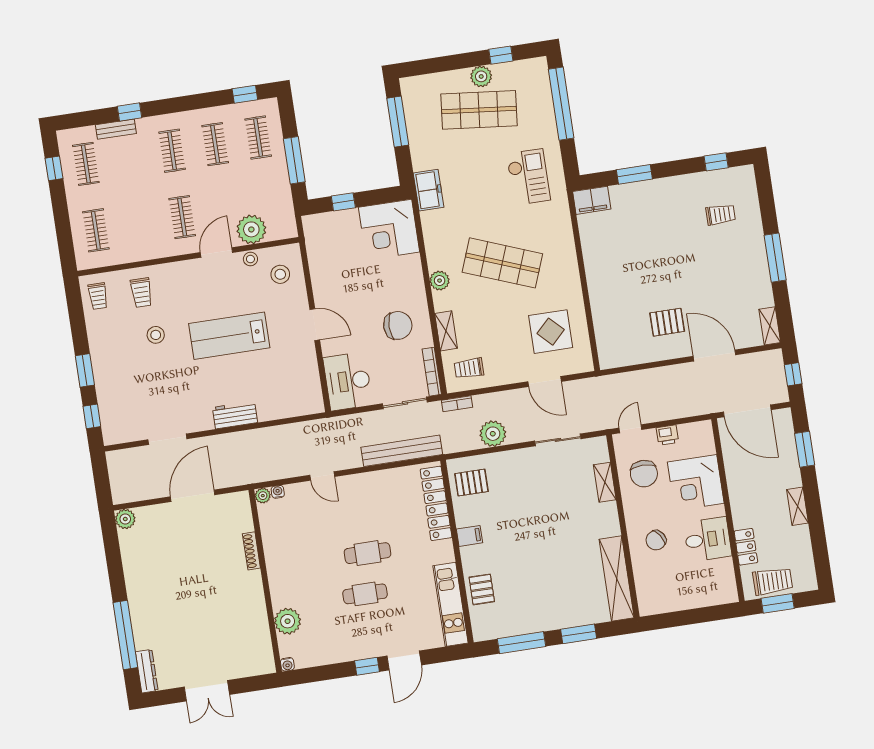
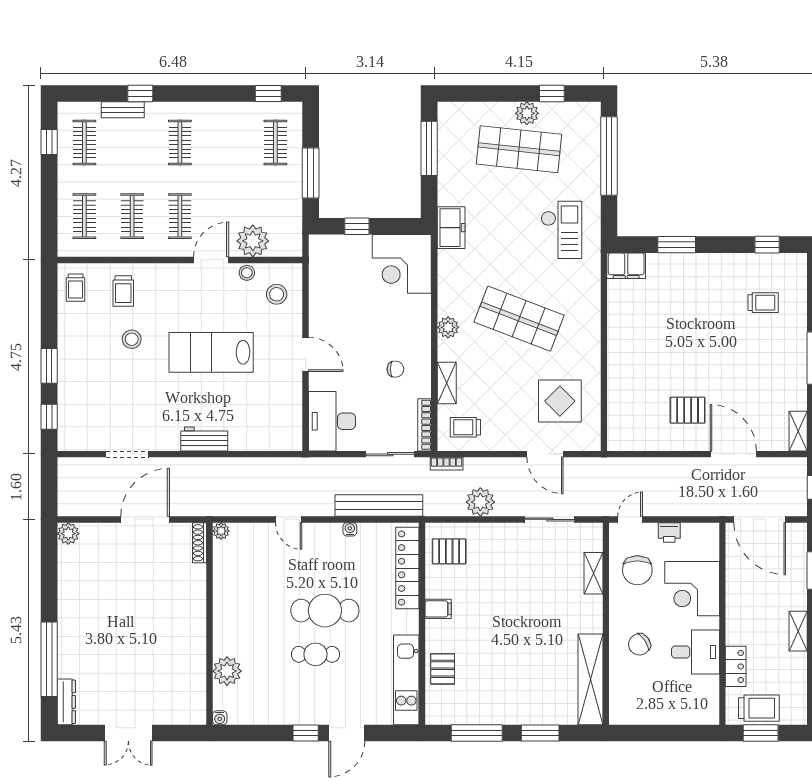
clothes rail: (215, 144) -> (132, 216), moved
chair: (398, 325) -> (395, 369), width x0.54, depth x0.54
water cooler: (278, 492) -> (350, 529), moved
shoe rack: (251, 551) -> (200, 543), moved
cafe table: (368, 553) -> (325, 611), width x1.37, depth x1.35

